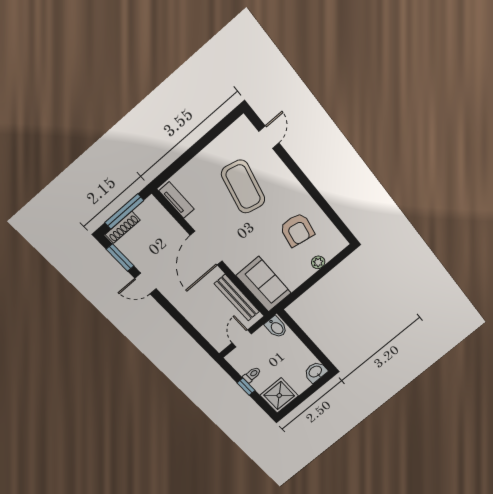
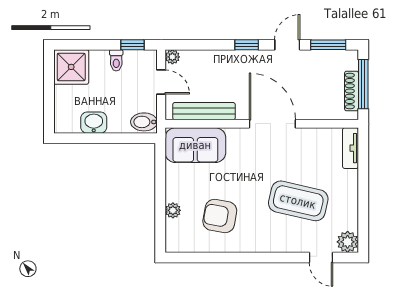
plant: (242, 127) -> (348, 242), added
tv unit: (177, 200) -> (351, 148), moved, turned 90
shoe rack: (123, 227) -> (352, 91), moved
window: (170, 308) -> (247, 45), added
plant: (220, 345) -> (172, 57), added
washbasin: (316, 372) -> (94, 123), moved, turned -90
window: (246, 387) -> (133, 45), moved

